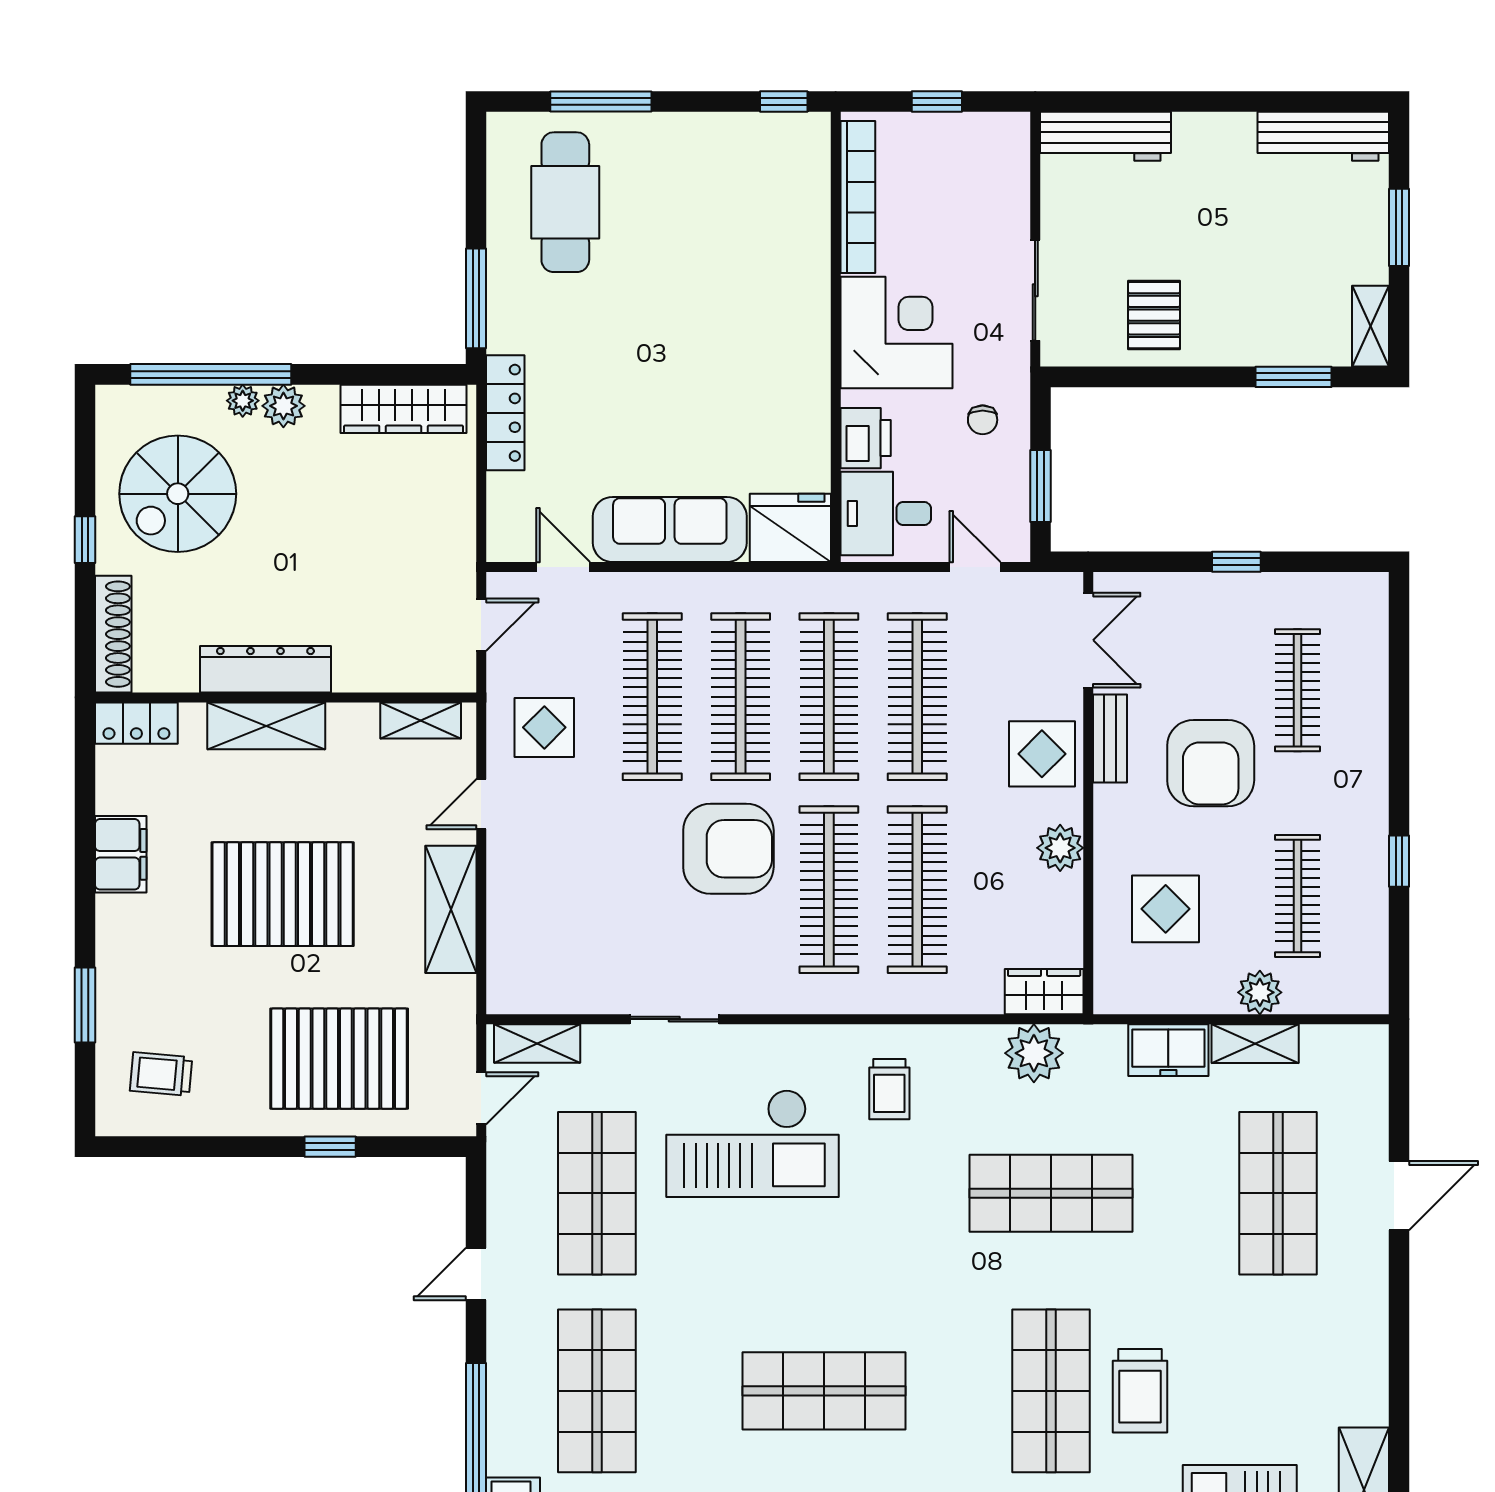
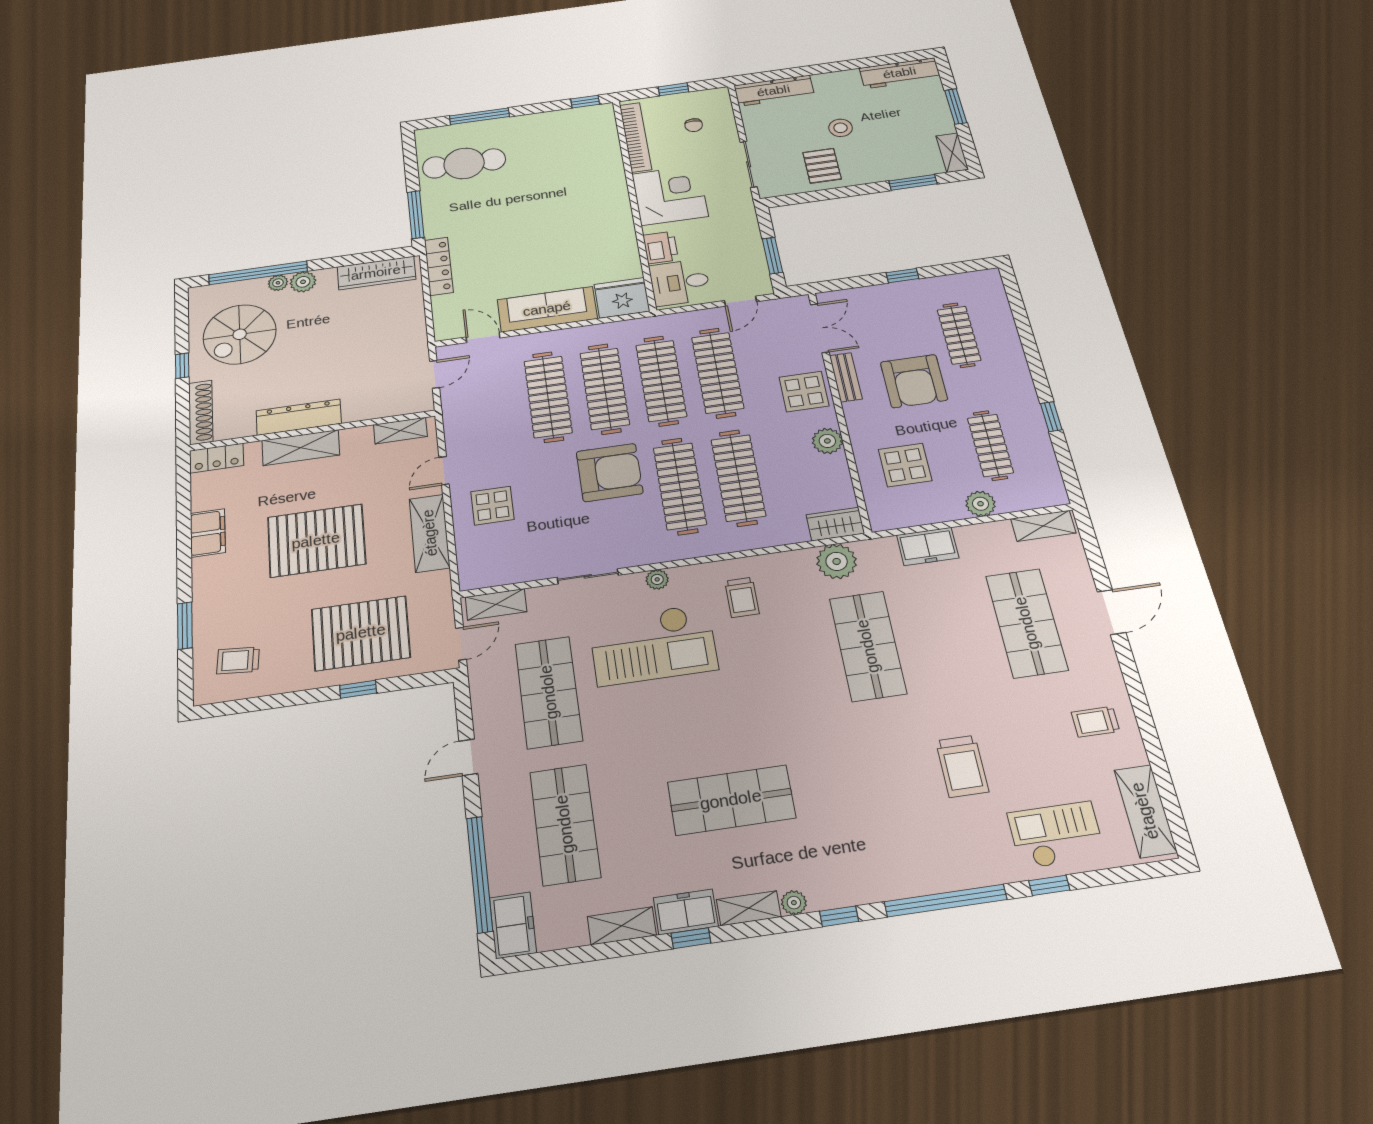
cafe table: (565, 202) -> (464, 163), turned 90
stool: (1200, 239) -> (841, 128), added
chair: (983, 420) -> (694, 125), moved
door: (975, 567) -> (741, 301), swing flipped
display table: (544, 727) -> (492, 506), moved
plant: (773, 1041) -> (657, 579), added
shelving: (1255, 1044) -> (1043, 526), moved
shop shelf: (1051, 1193) -> (868, 646), turned 90
trolley: (1333, 1355) -> (1095, 722), added
shop shelf: (1051, 1391) -> (897, 776), removed

